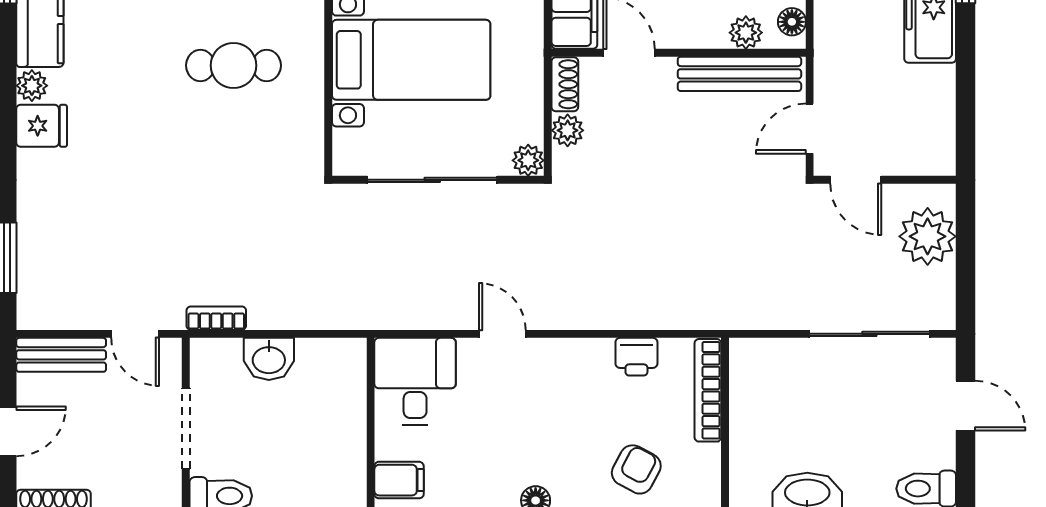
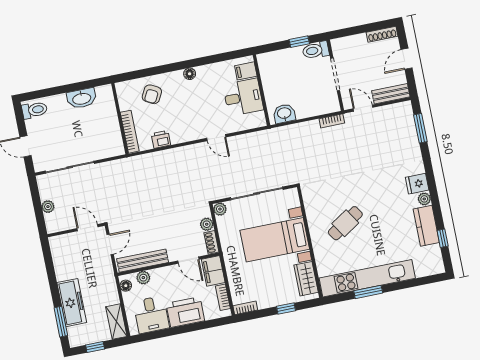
cafe table: (234, 65) -> (345, 223), turned -33
plant: (928, 236) -> (48, 207), width x0.53, depth x0.53
washbasin: (269, 359) -> (284, 114), moved
desk: (415, 381) -> (243, 97), moved, turned -90

